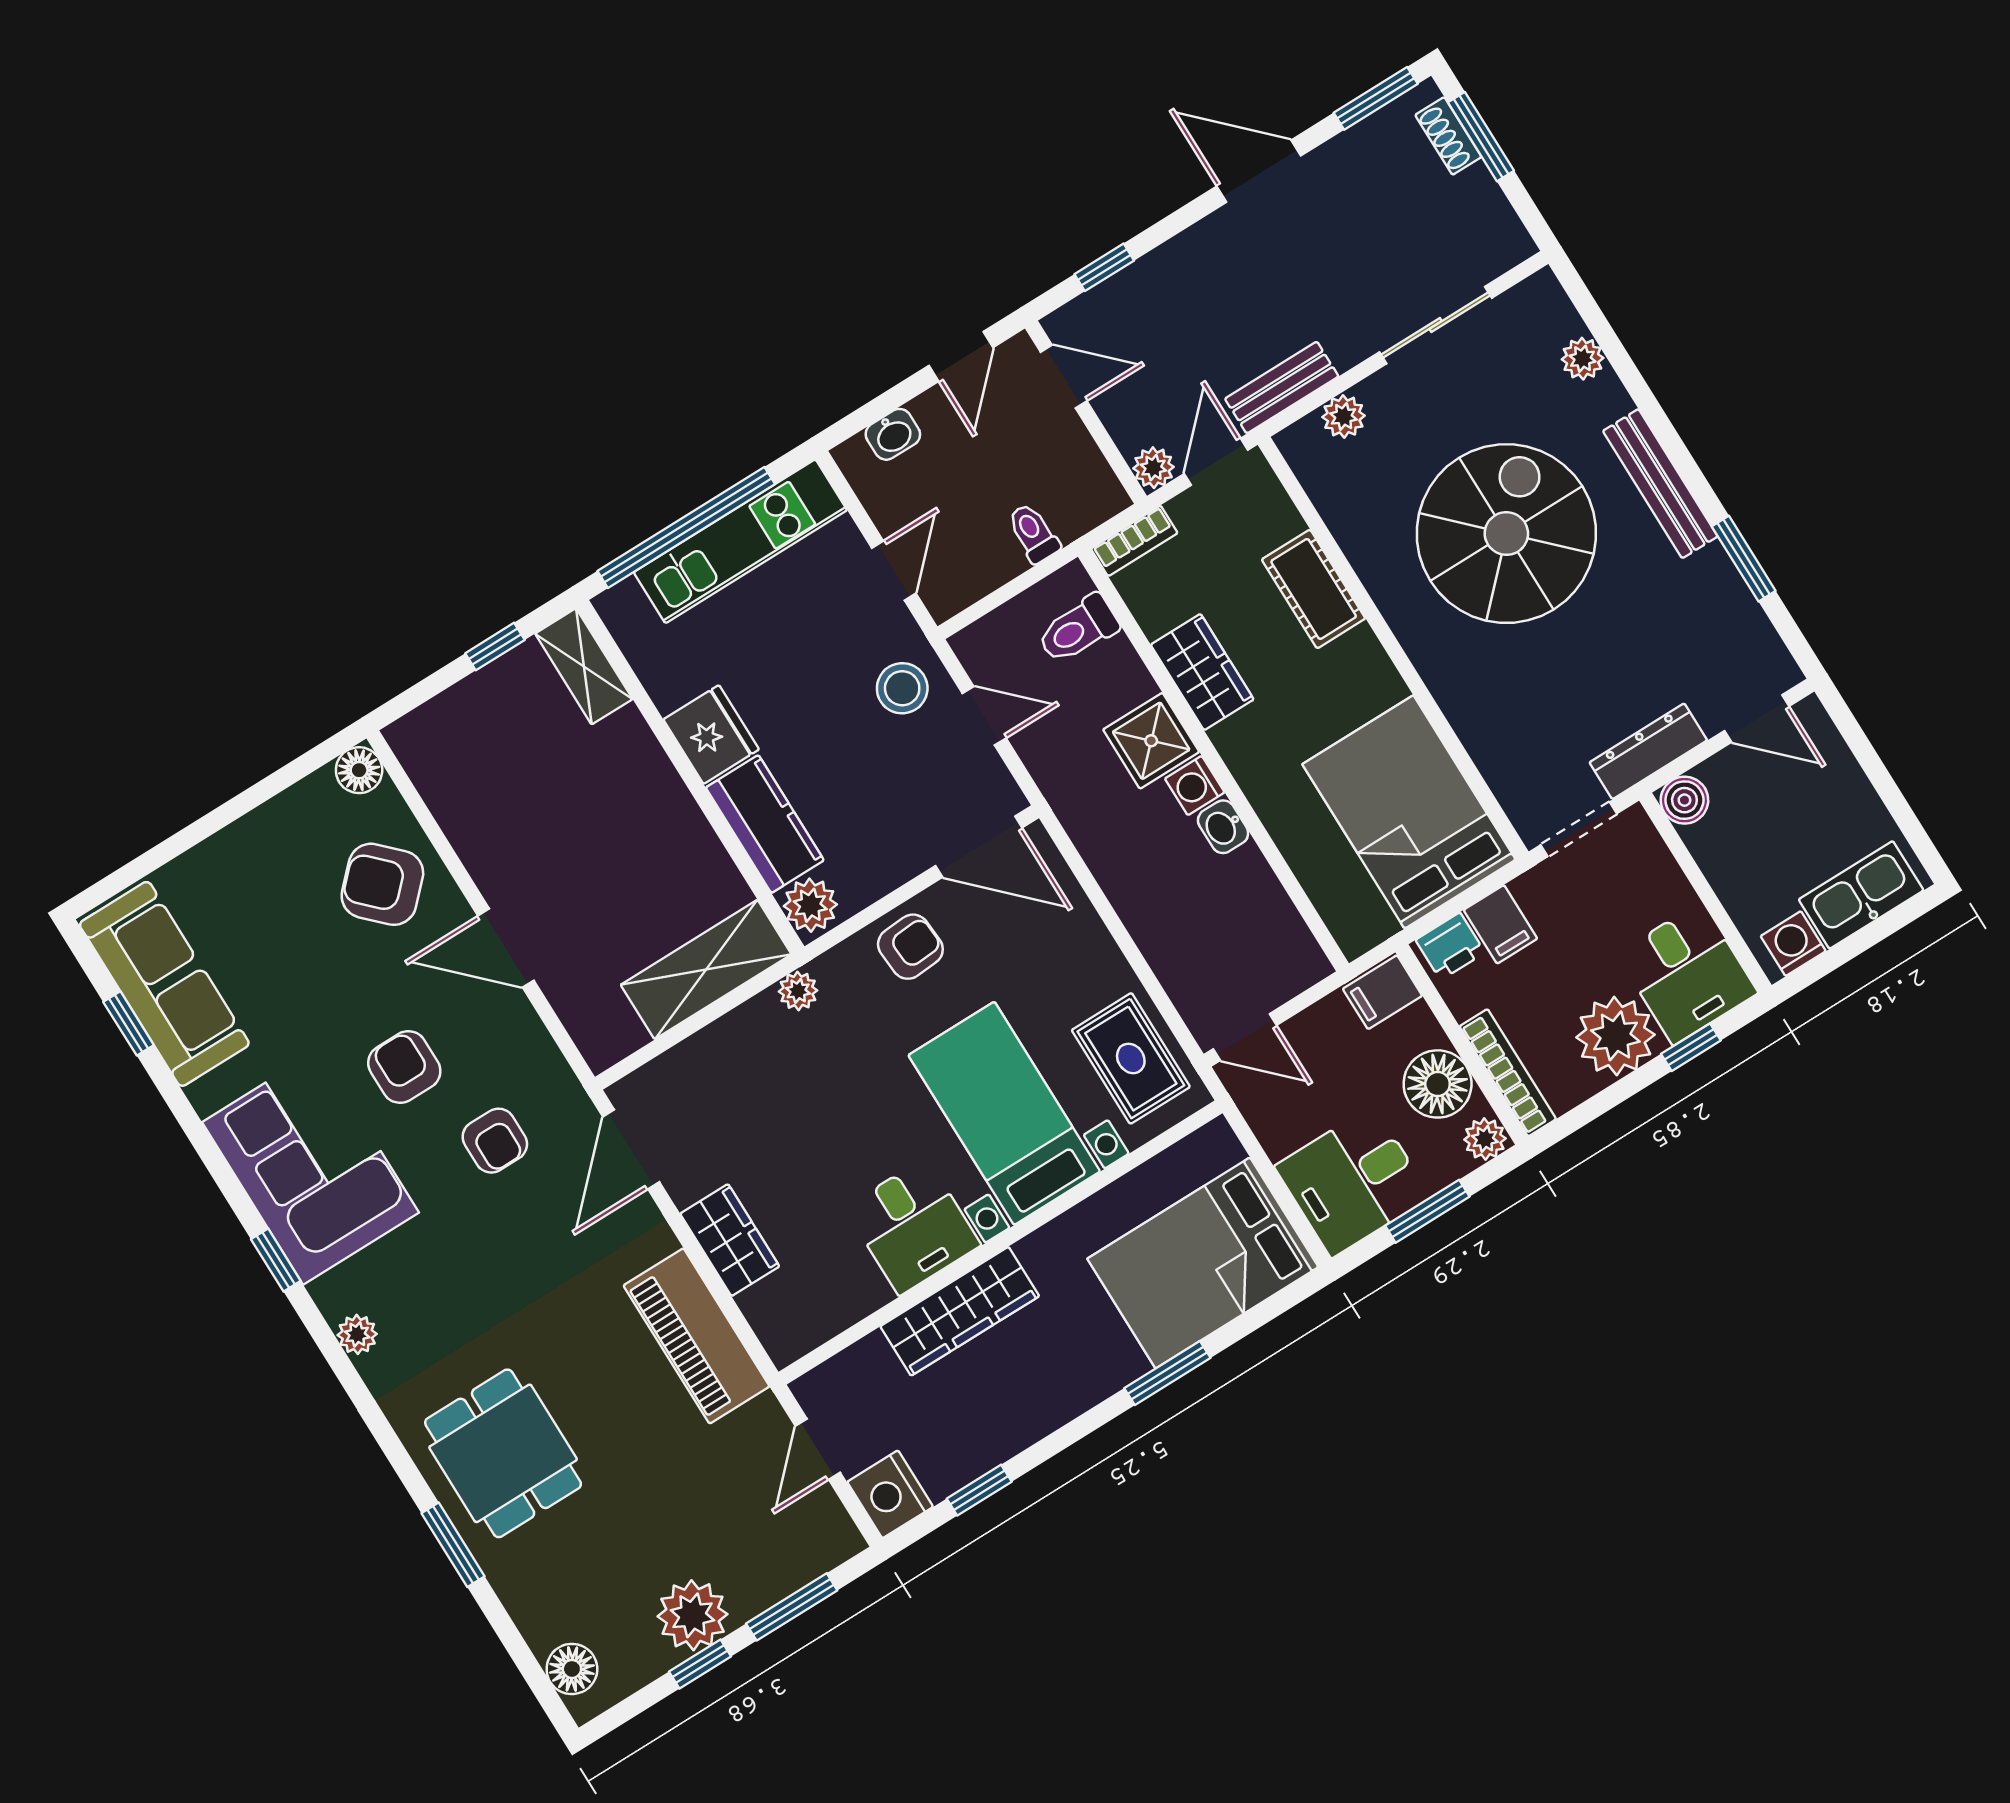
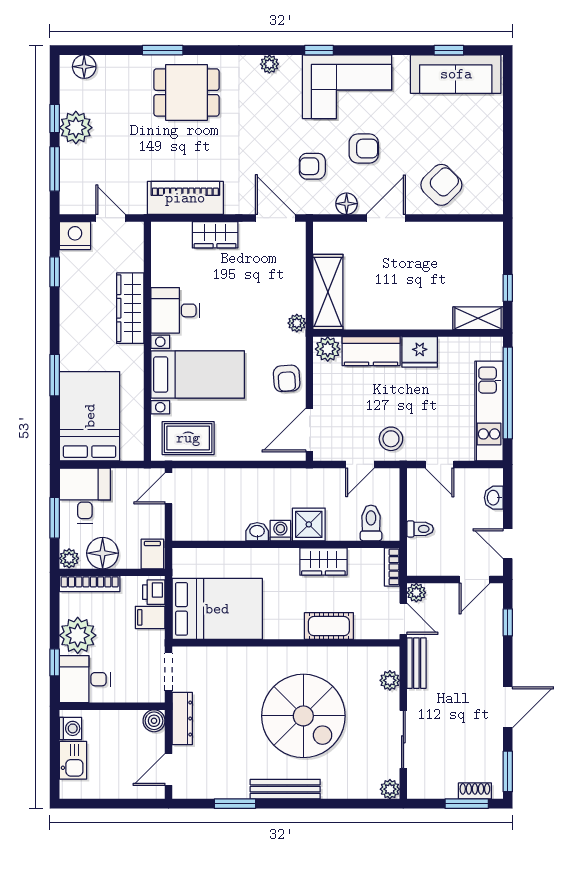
plant: (1583, 359) -> (390, 789), moved
floor lamp: (359, 770) -> (347, 204), moved
kitchen sink: (1861, 895) -> (73, 760), width x0.73

